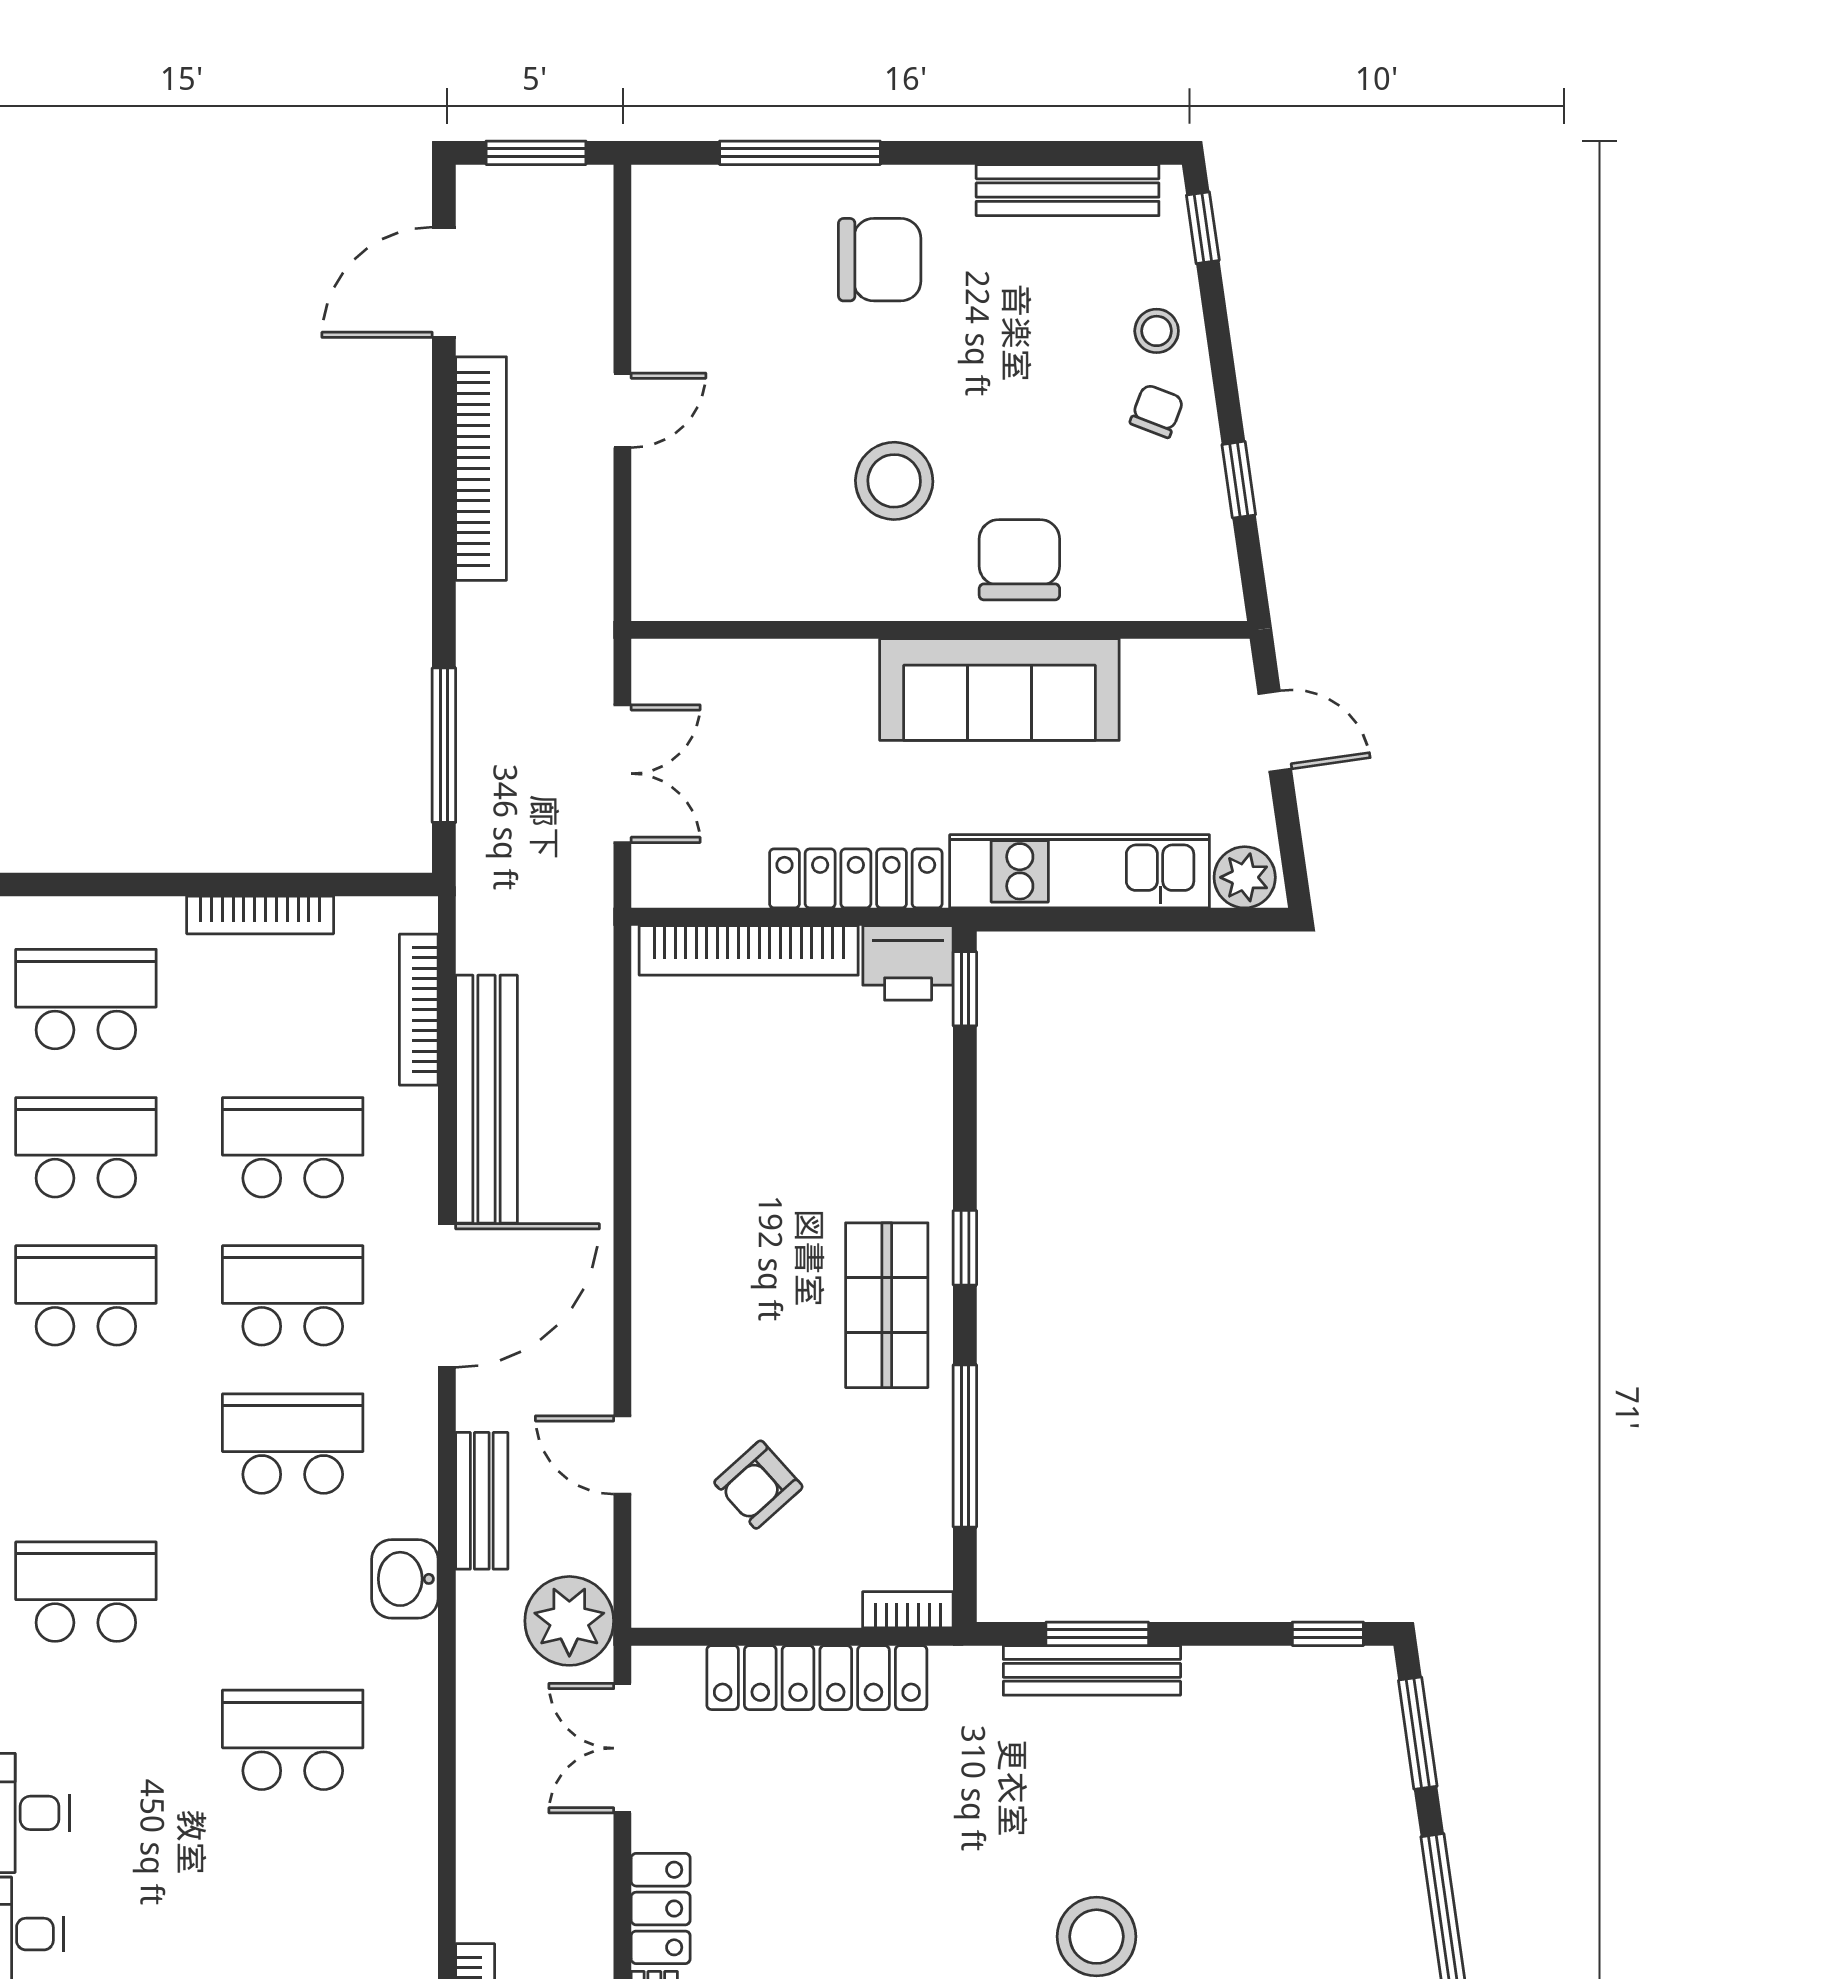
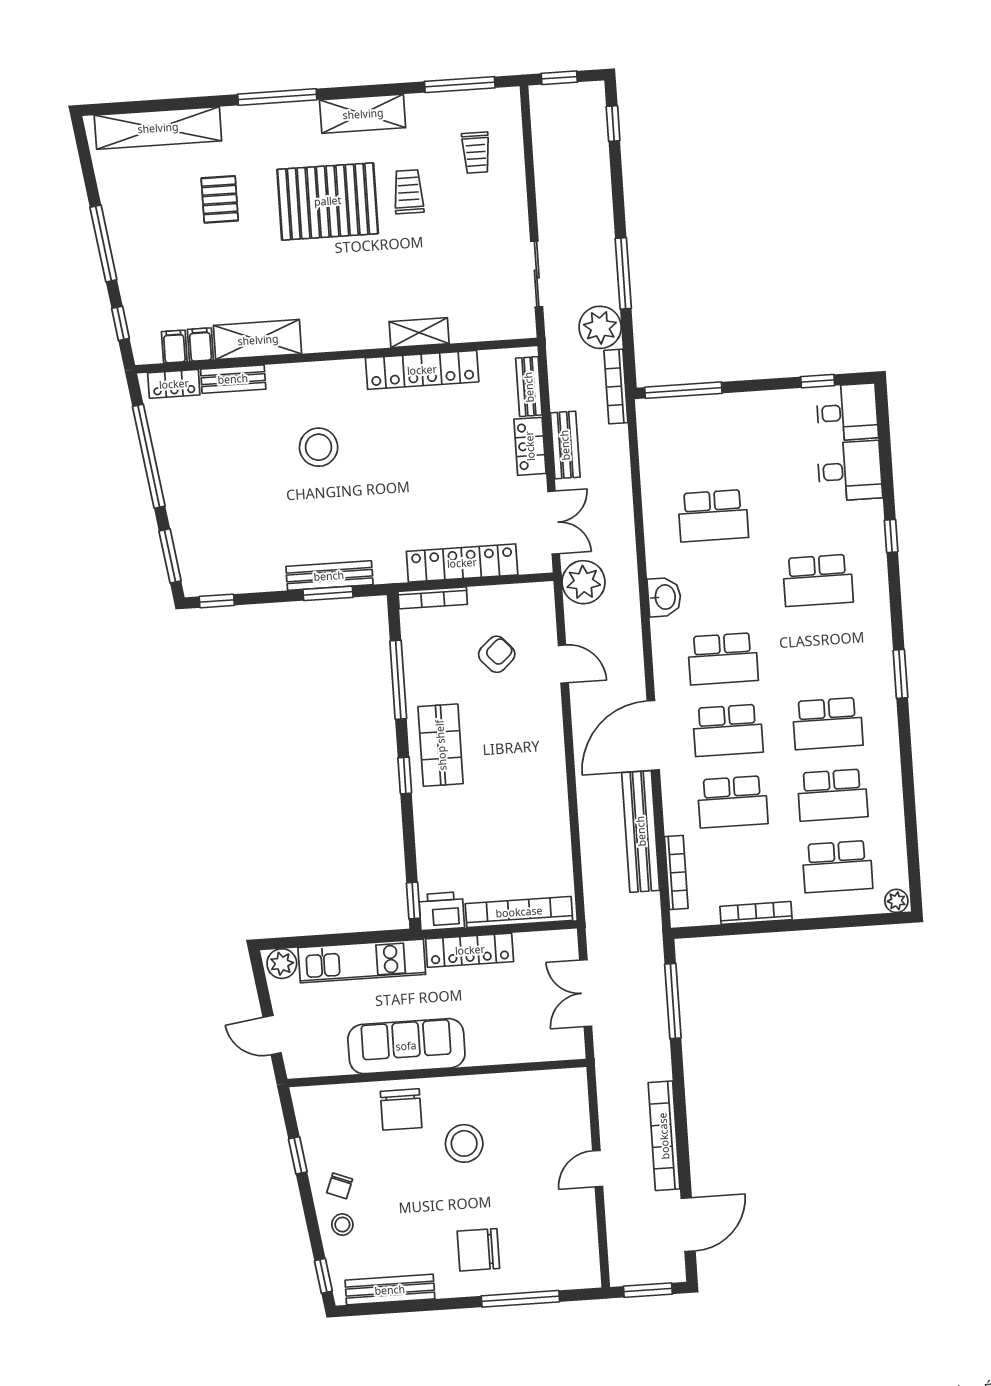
bench: (482, 1501) -> (565, 445), moved
bookcase: (908, 1610) -> (433, 598), width x1.56

